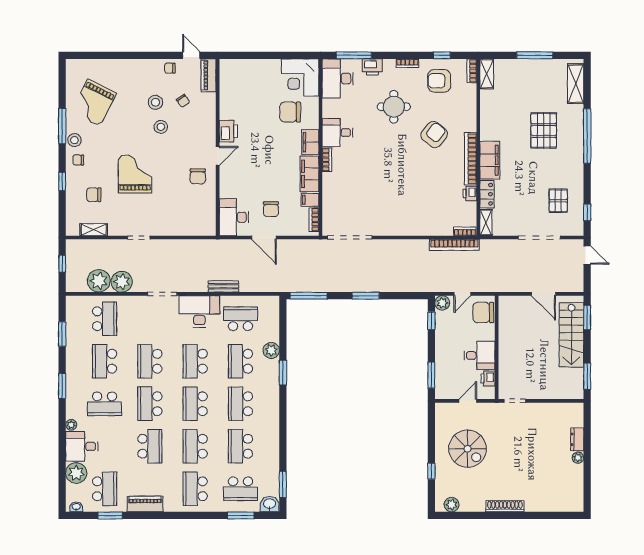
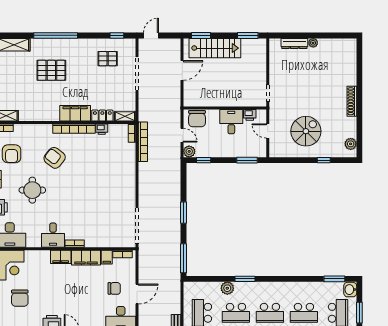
chair: (290, 112) -> (20, 298), moved
dresser: (577, 439) -> (294, 43), width x1.44

